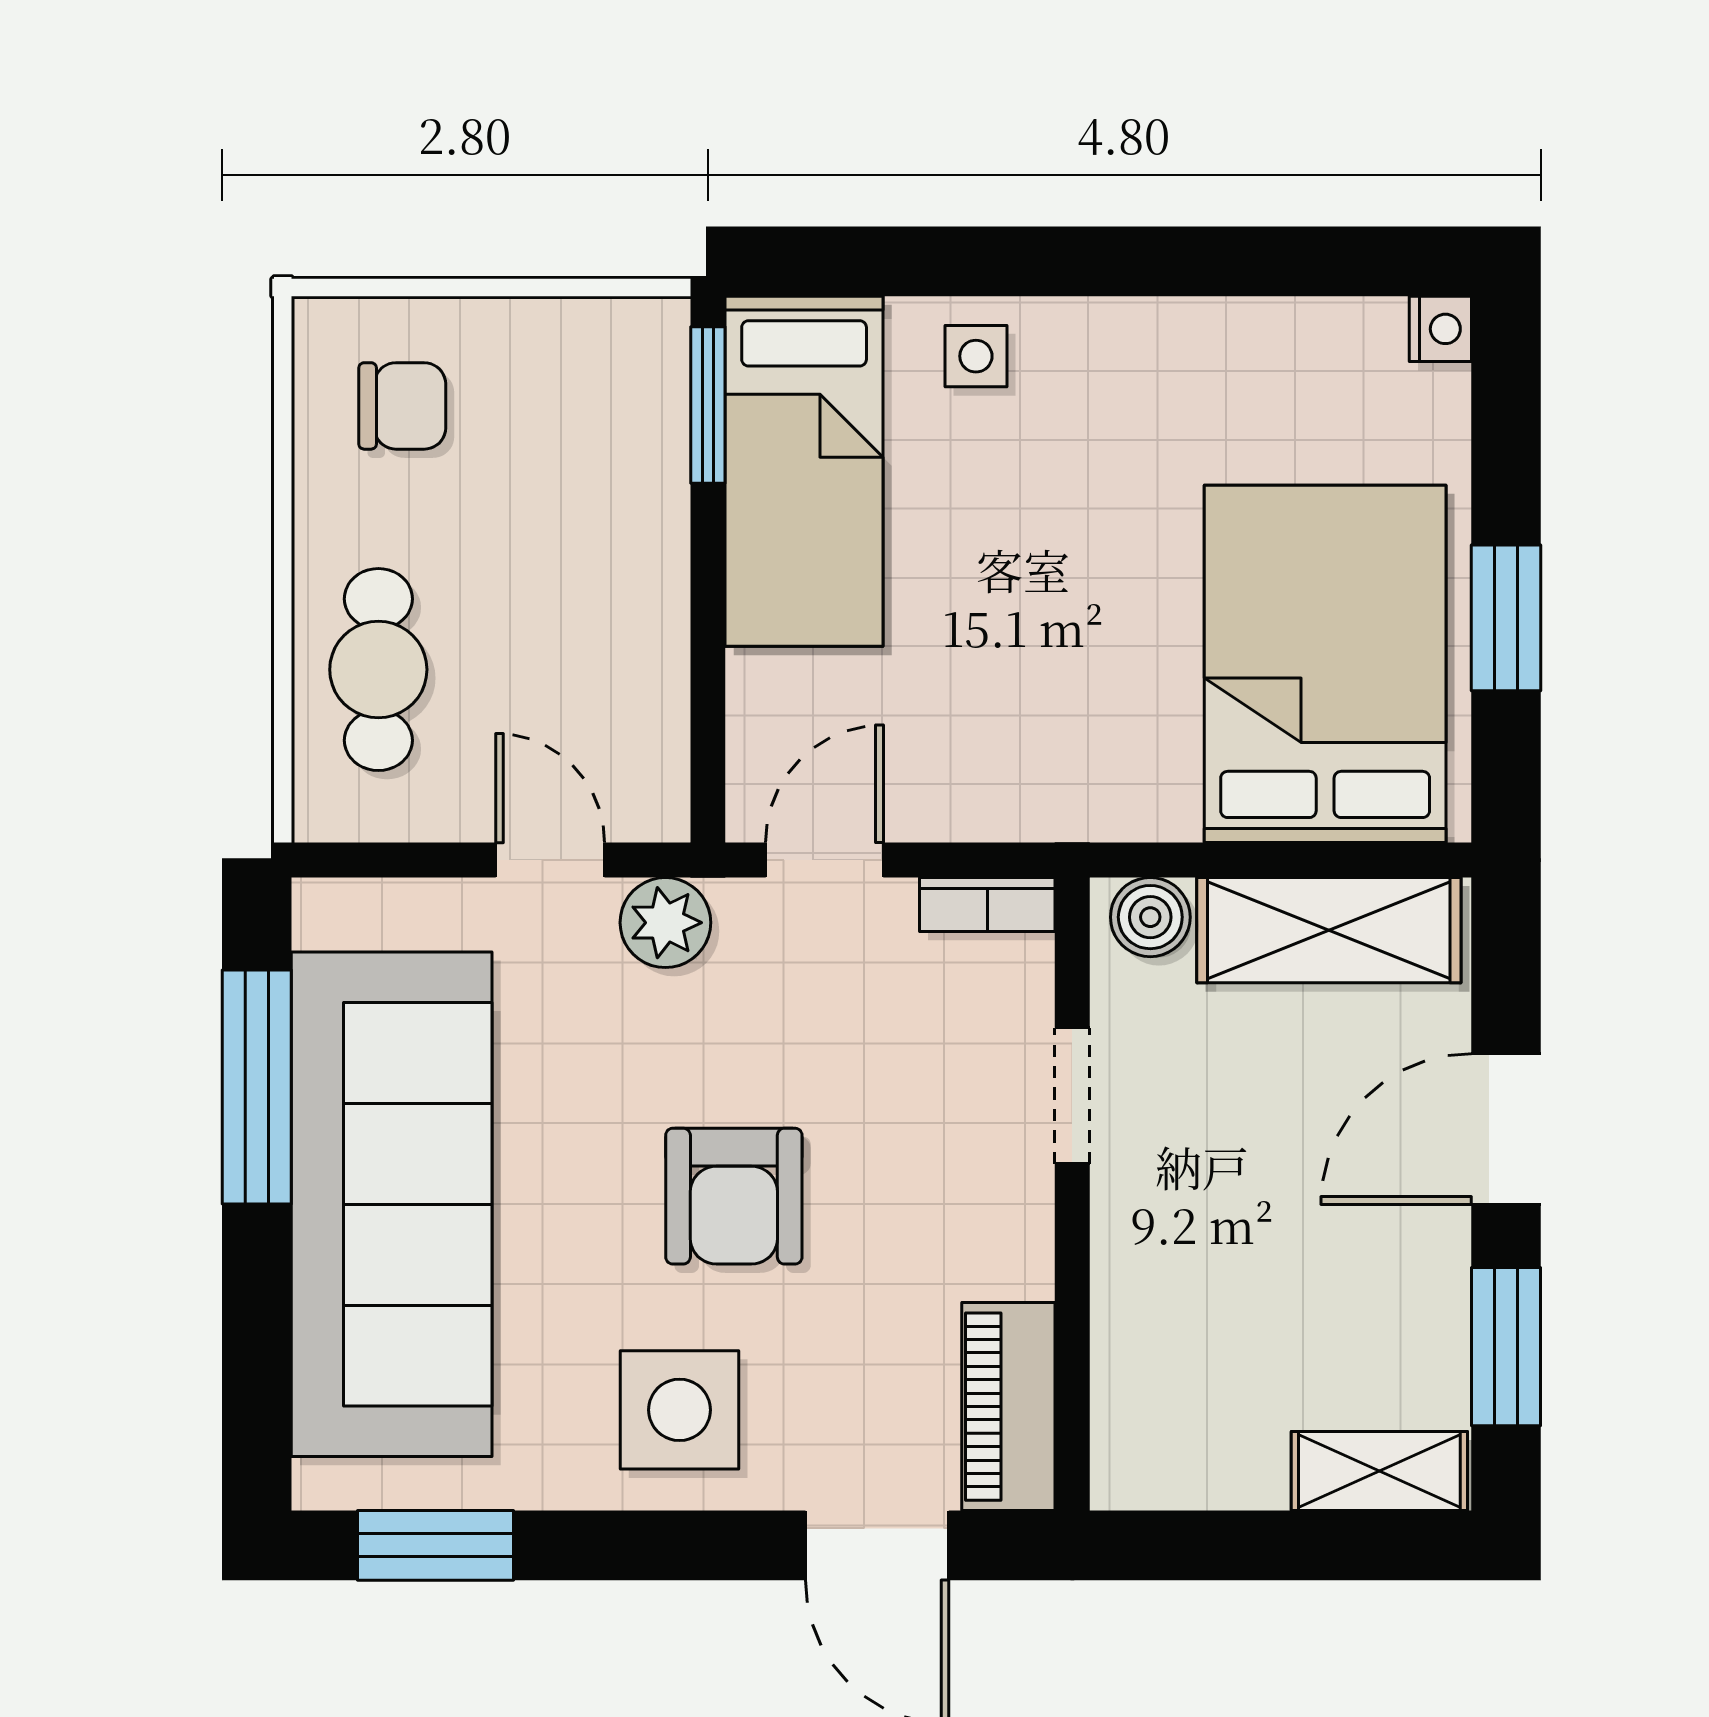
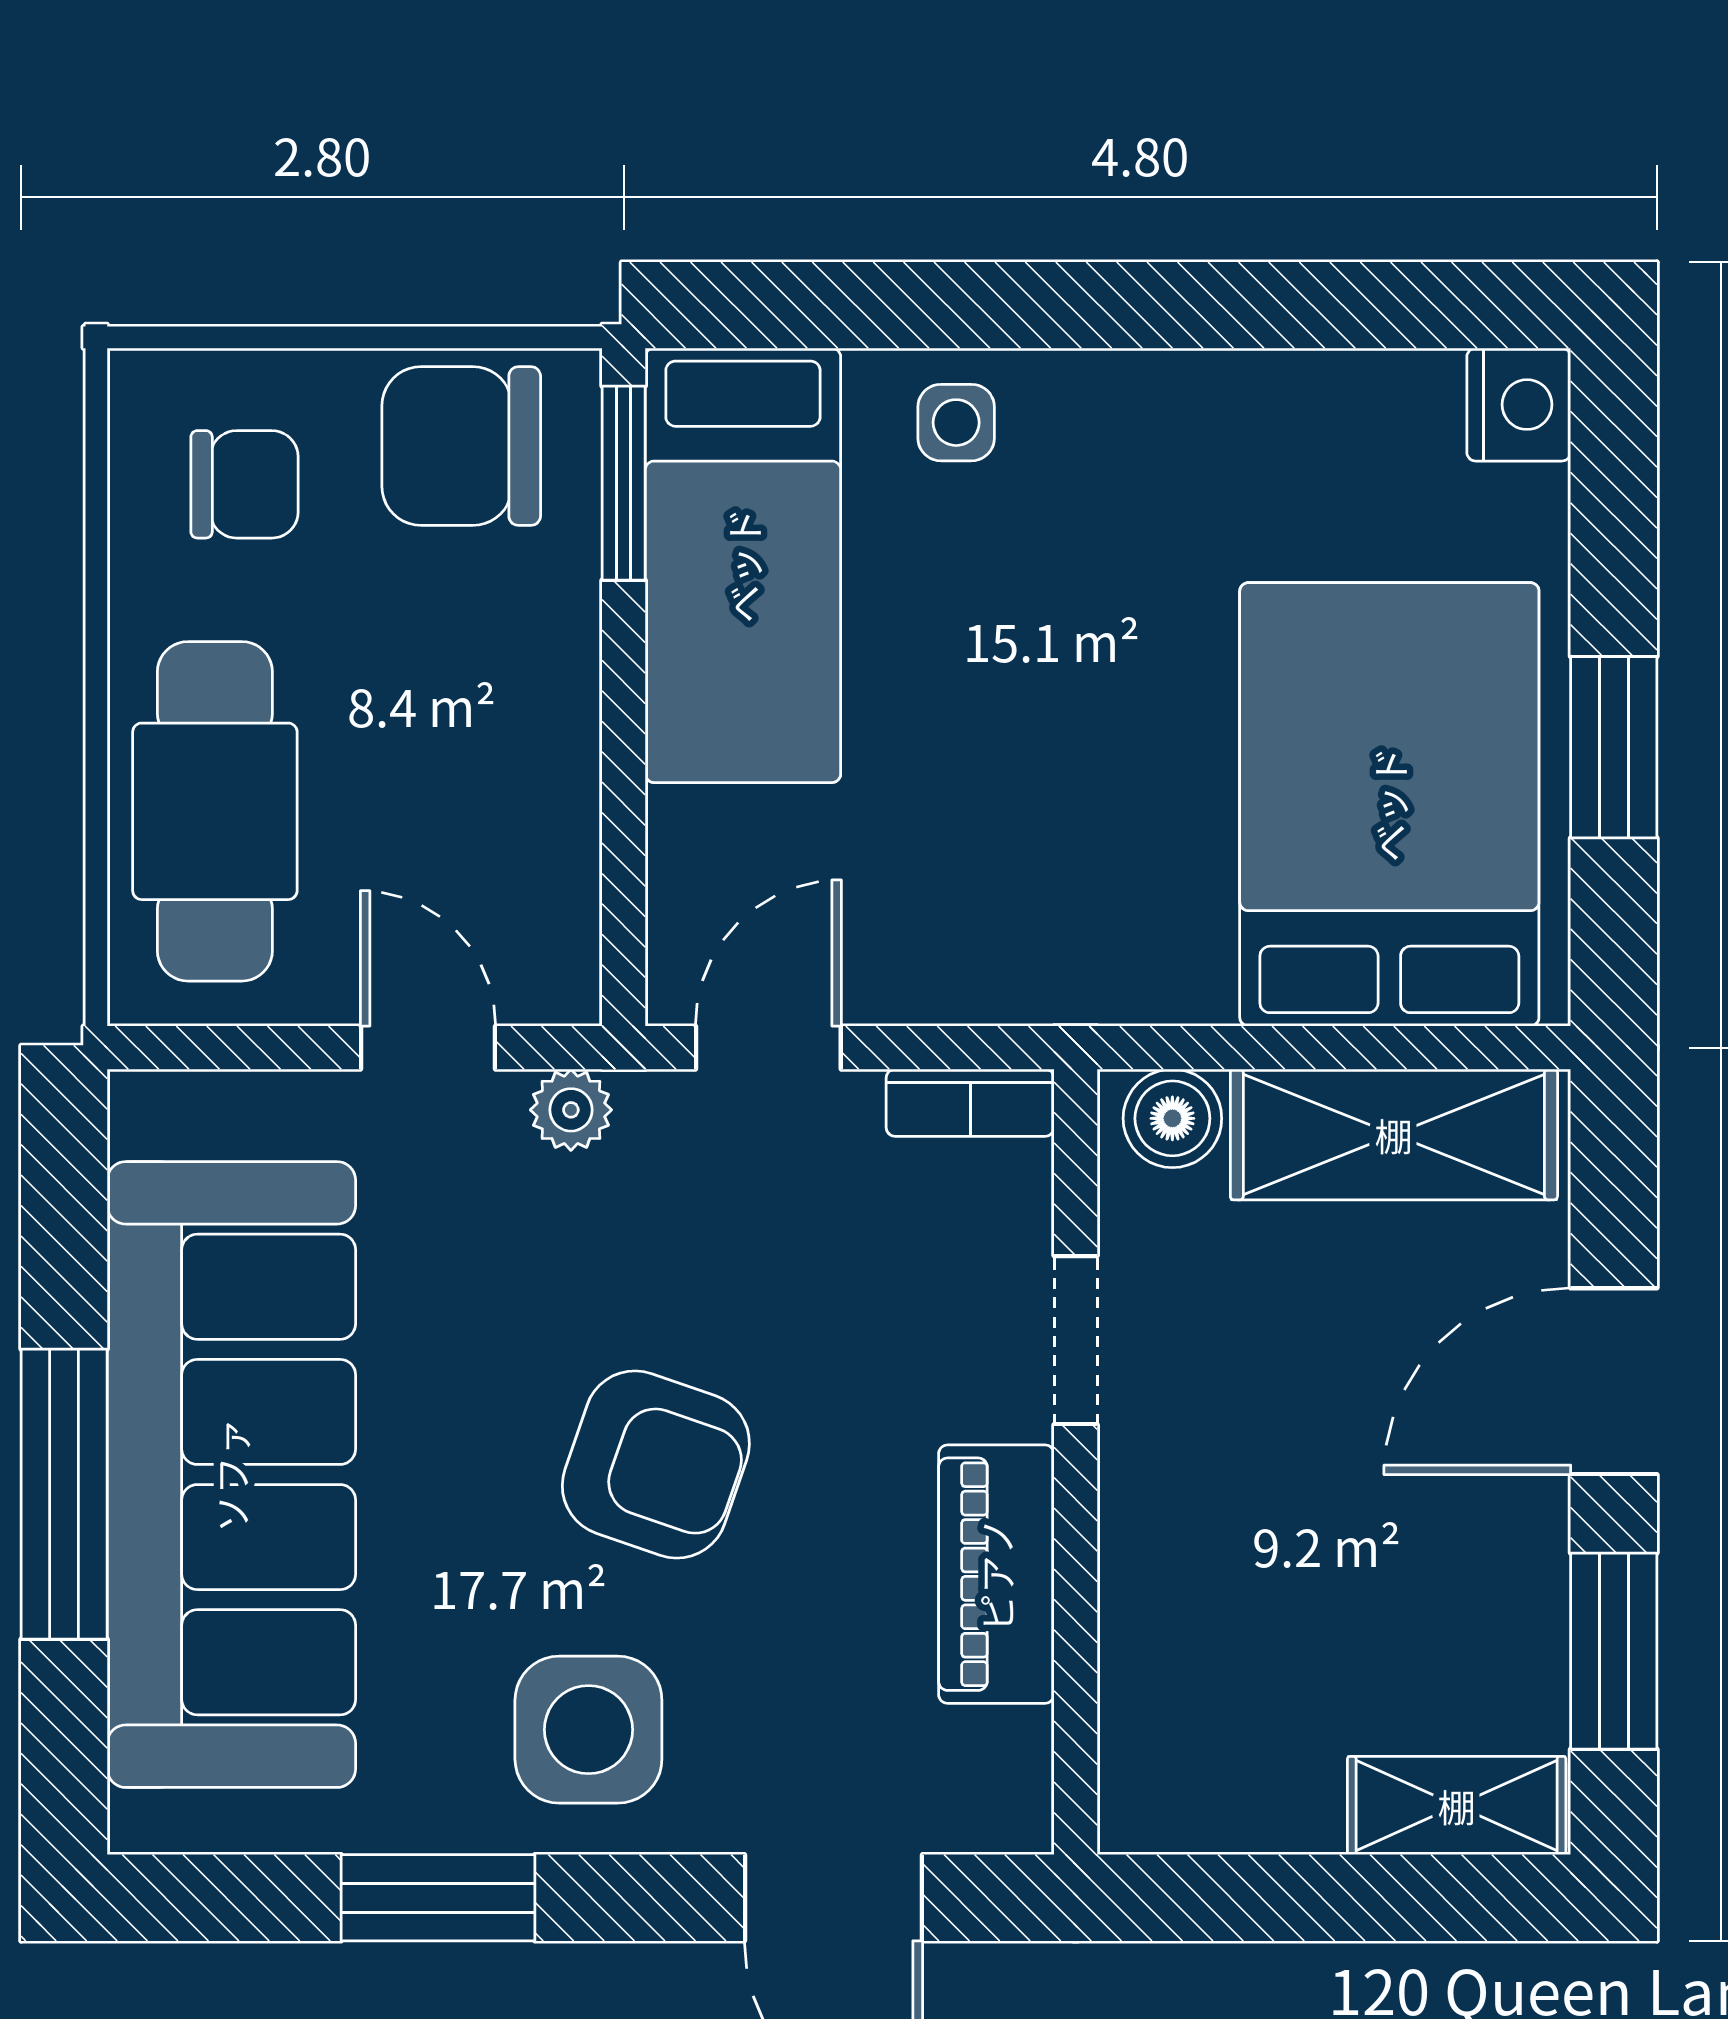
nightstand: (1440, 329) -> (1519, 405), width x1.39, depth x1.35
chair: (577, 375) -> (461, 446), added
cafe table: (378, 670) -> (215, 811), width x1.37, depth x1.35
plant: (665, 923) -> (571, 1110), width x0.73, depth x0.73
window: (257, 1087) -> (64, 1494), moved
armchair: (734, 1196) -> (656, 1464), turned -71
piano: (1008, 1407) -> (996, 1574), moved
window: (436, 1545) -> (438, 1898), moved

